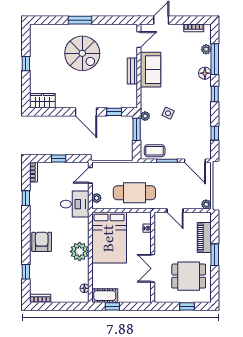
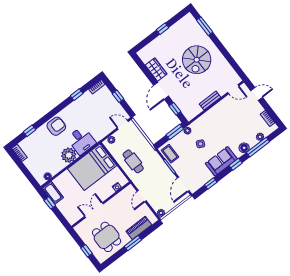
window: (80, 20) -> (205, 26), moved
sofa: (151, 70) -> (221, 161), moved, turned 180
wardrobe: (42, 101) -> (156, 70), moved
cafe table: (134, 193) -> (133, 161), width x0.73, depth x0.74
desk: (75, 204) -> (81, 140), moved

